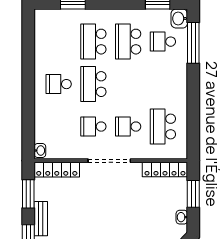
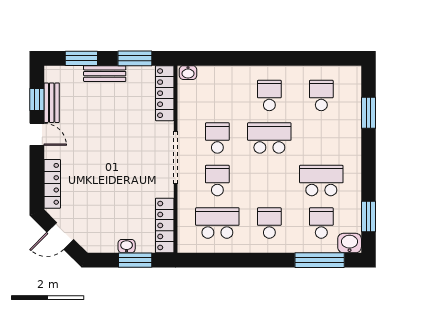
school desk: (93, 42) -> (321, 95), moved, width x0.54
school desk: (163, 84) -> (269, 223), added
washbasin: (182, 217) -> (127, 246), moved

